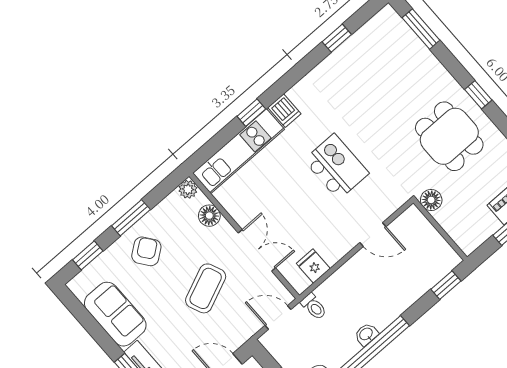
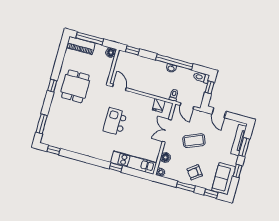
window: (337, 38) -> (54, 150), moved
dishwasher: (284, 111) -> (107, 155), removed
floor lamp: (431, 200) -> (111, 53), moved
door: (373, 235) -> (119, 87), moved
sofa: (115, 314) -> (223, 179), moved
window: (97, 332) -> (238, 171), added

